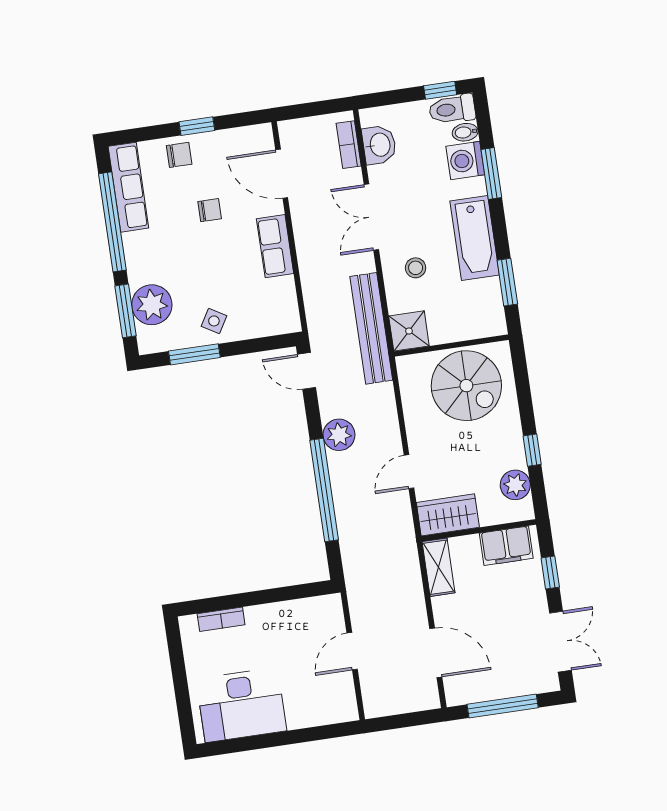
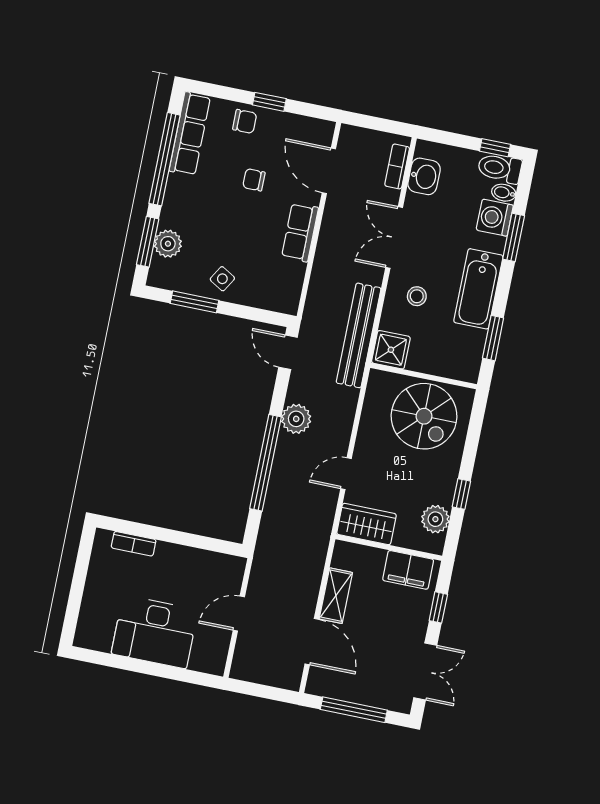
chair: (210, 210) -> (254, 180), turned 180
plant: (152, 305) -> (168, 244), width x0.73, depth x0.73
shelving: (439, 567) -> (336, 596), moved
desk: (241, 705) -> (155, 632), moved

